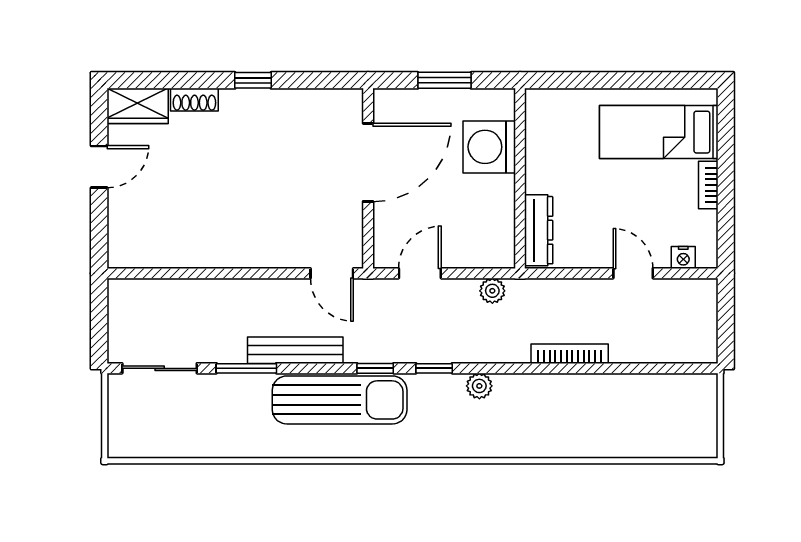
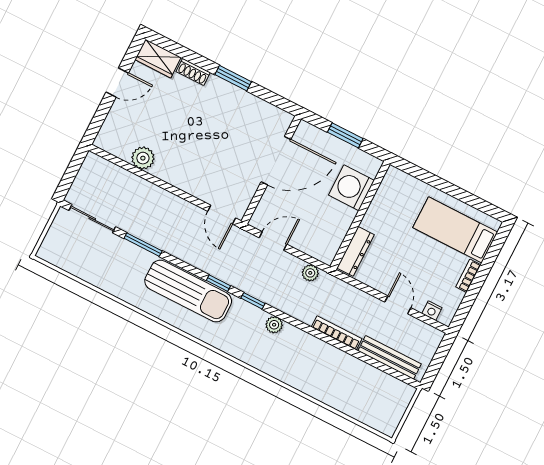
window: (253, 80) -> (233, 78), width x1.50
plant: (186, 251) -> (143, 158), added
bench: (295, 350) -> (390, 357), moved

